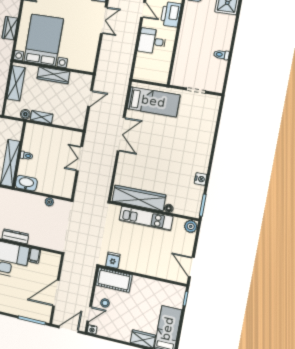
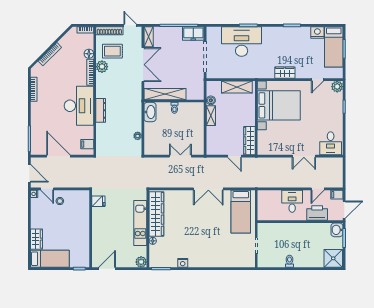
wardrobe: (53, 75) -> (249, 141), moved
filing cabinet: (34, 256) -> (87, 144), moved
cot: (114, 280) -> (81, 205), removed

